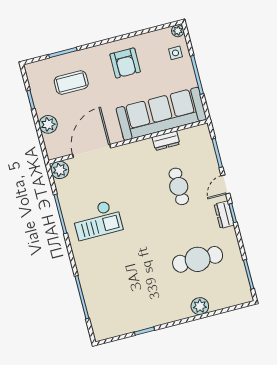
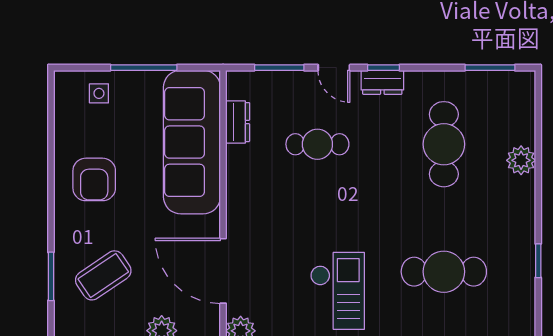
plant: (178, 31) -> (64, 80), removed
armchair: (125, 63) -> (94, 179), turned 90
coffee table: (71, 83) -> (103, 275), turned 56
dresser: (166, 141) -> (238, 122), moved
cafe table: (124, 278) -> (444, 272), added

